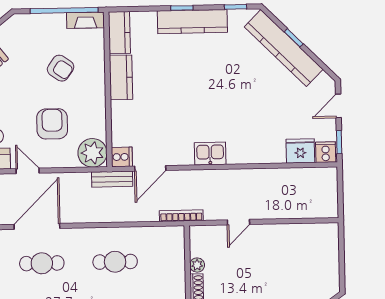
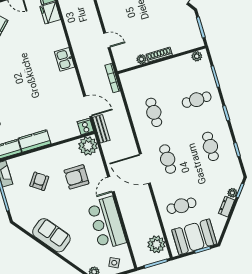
kitchen sink: (210, 154) -> (65, 59), moved

